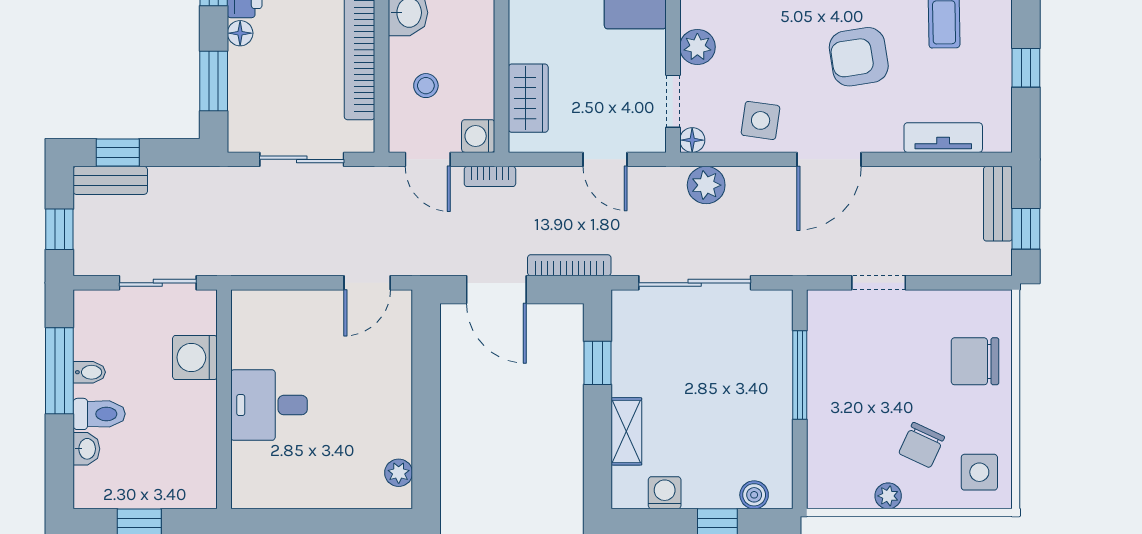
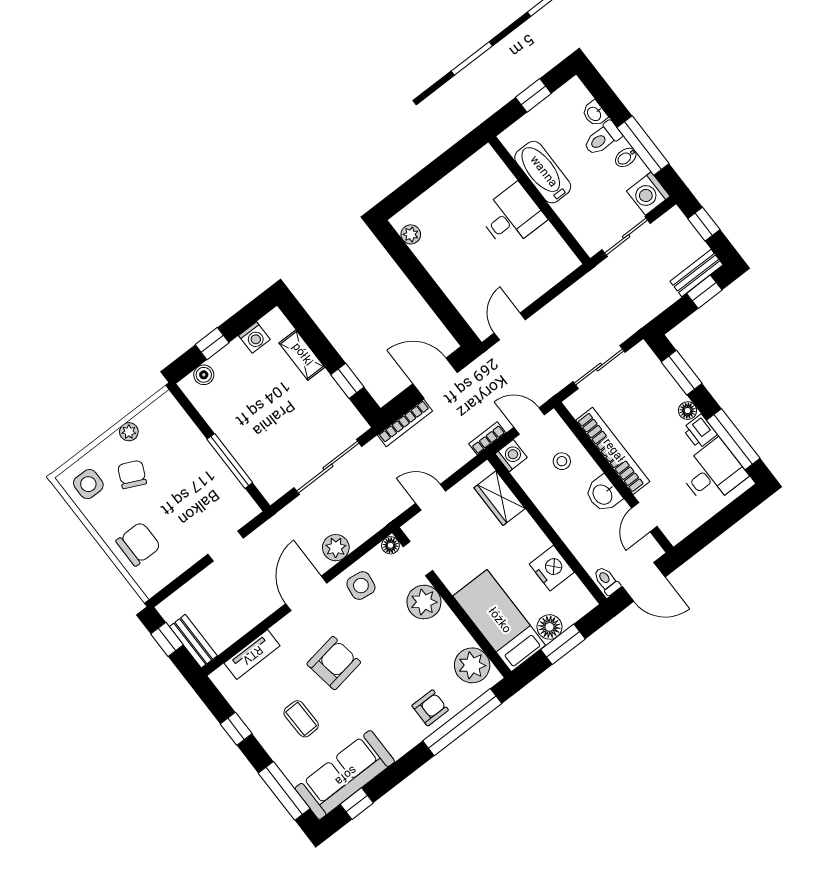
plant: (697, 47) -> (424, 602), width x1.36, depth x1.36
plant: (706, 185) -> (336, 548), moved
washing machine: (195, 357) -> (648, 194), moved, turned 180
bathtub: (196, 428) -> (543, 172), added

